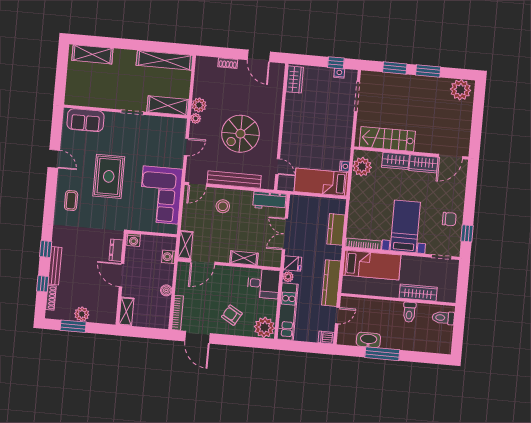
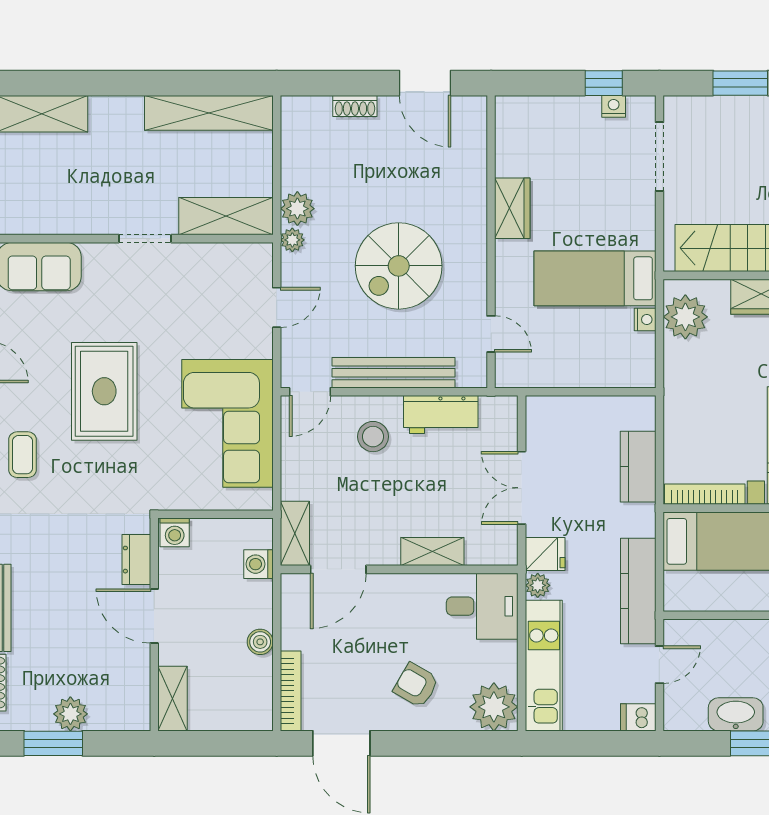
wardrobe: (295, 79) -> (512, 208), moved
bed: (321, 182) -> (595, 278), moved
workbench: (269, 201) -> (441, 415), moved

